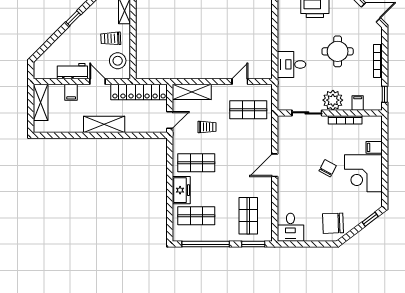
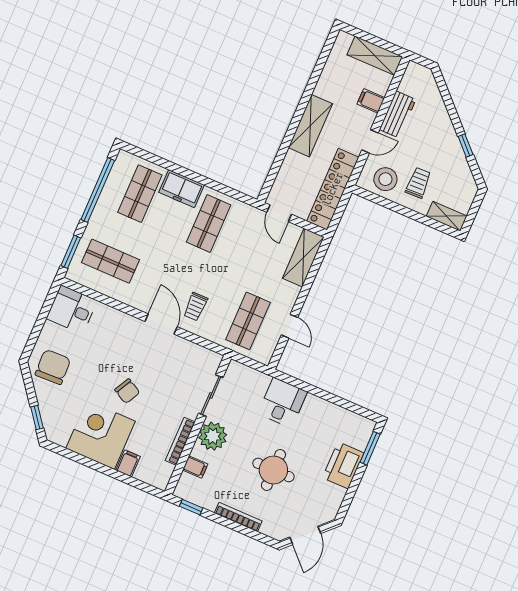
trolley: (207, 127) -> (195, 307), moved

